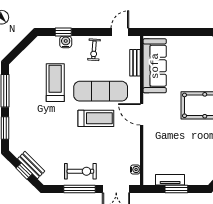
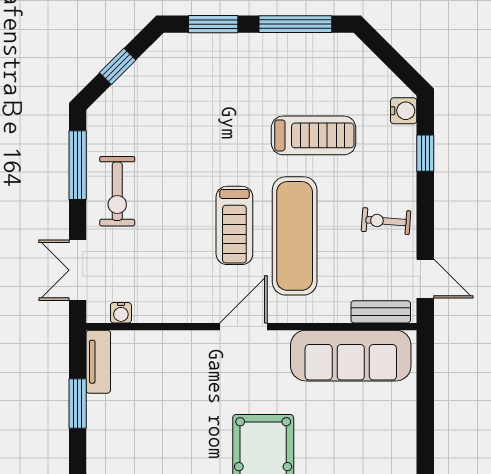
water cooler: (66, 42) -> (404, 111), moved
bench: (135, 63) -> (381, 312), moved
bench: (31, 165) -> (131, 82), removed
tv unit: (170, 180) -> (98, 362), moved
window: (79, 189) -> (78, 165), moved

